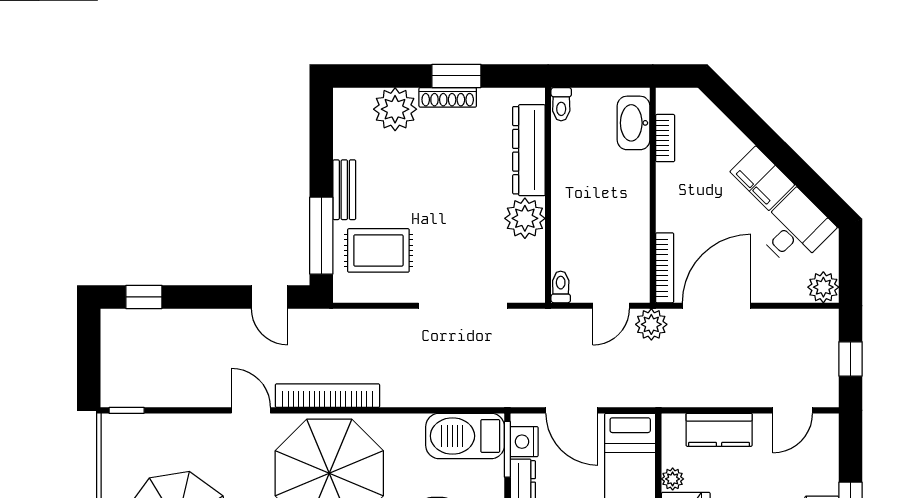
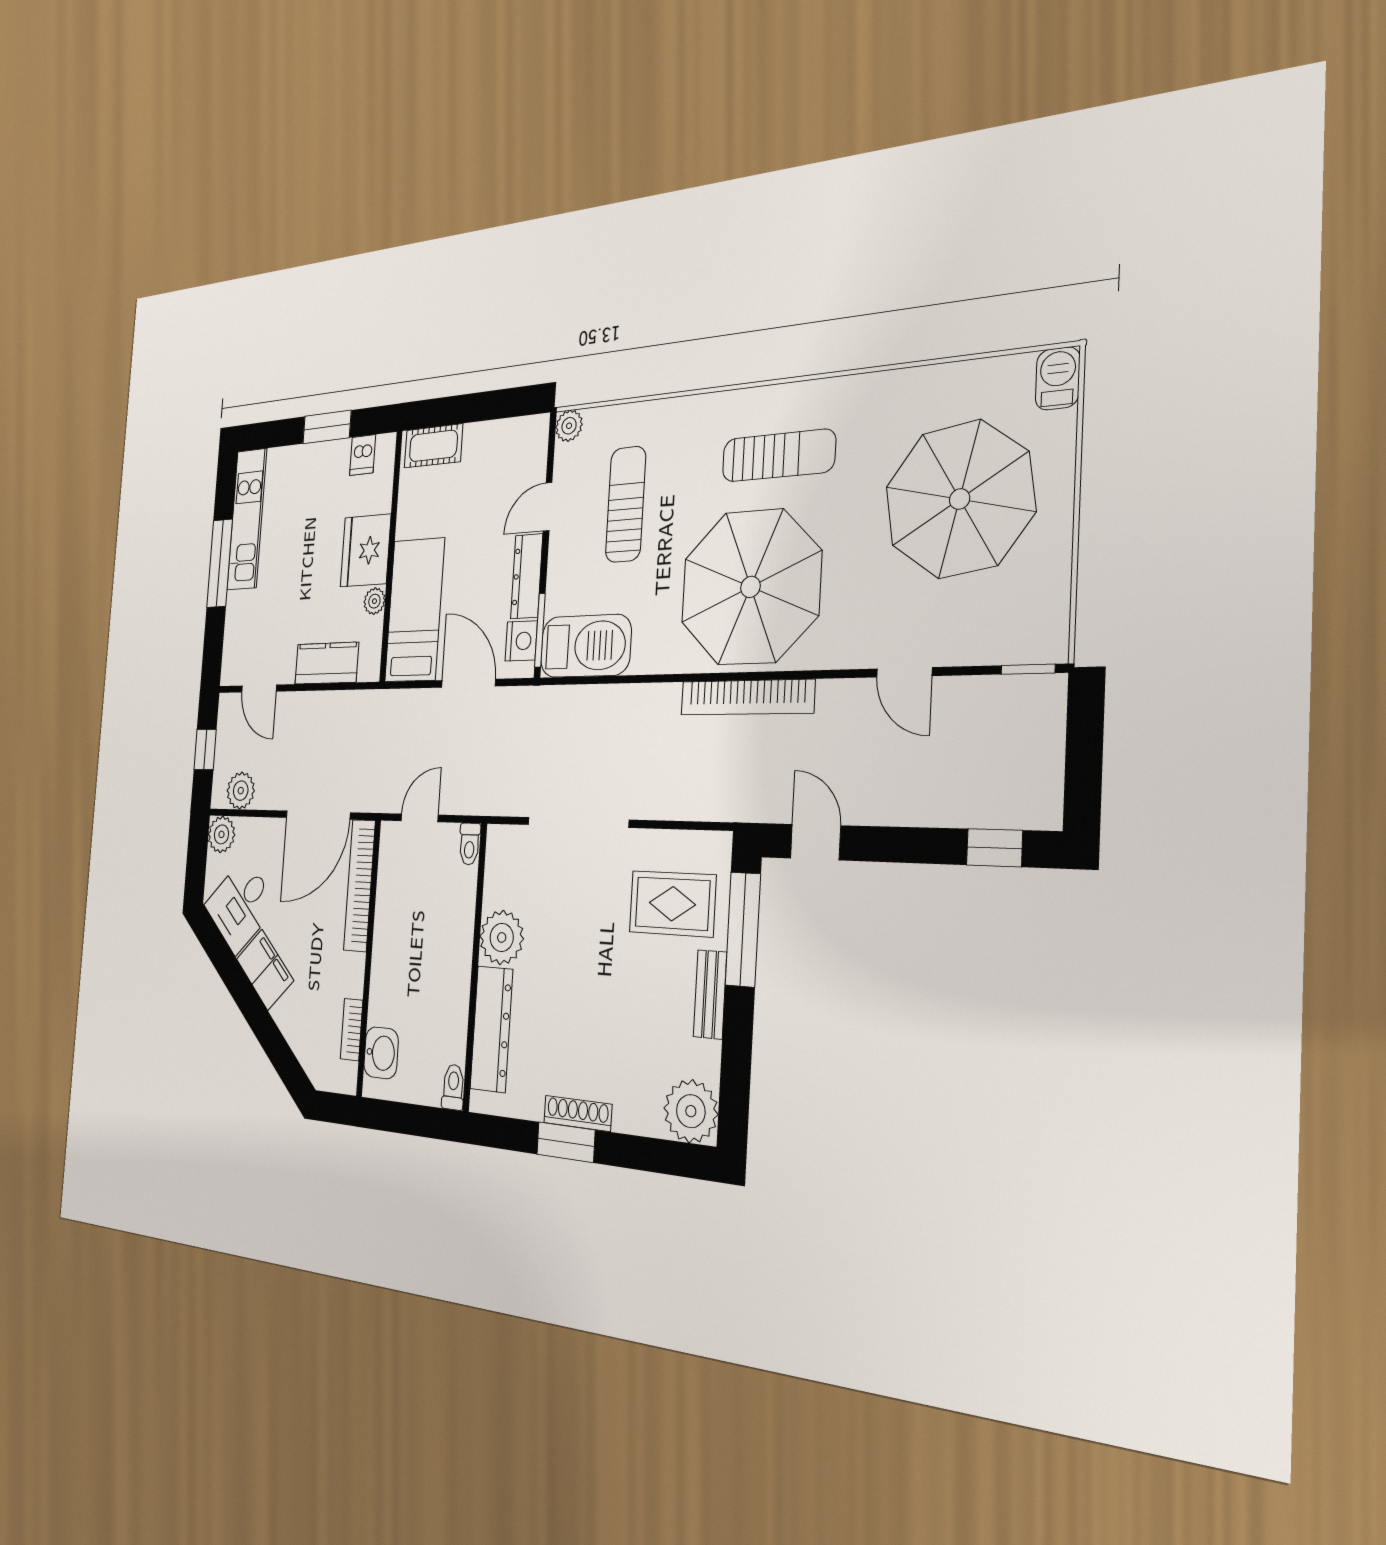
plant: (395, 109) -> (691, 1111), moved
washbasin: (634, 123) -> (381, 1053), width x0.72
bookcase: (665, 268) -> (359, 885), width x1.48, depth x1.31
plant: (651, 324) -> (241, 791), moved
door: (251, 410) -> (904, 672), moved
door: (793, 410) -> (259, 688), swing flipped

